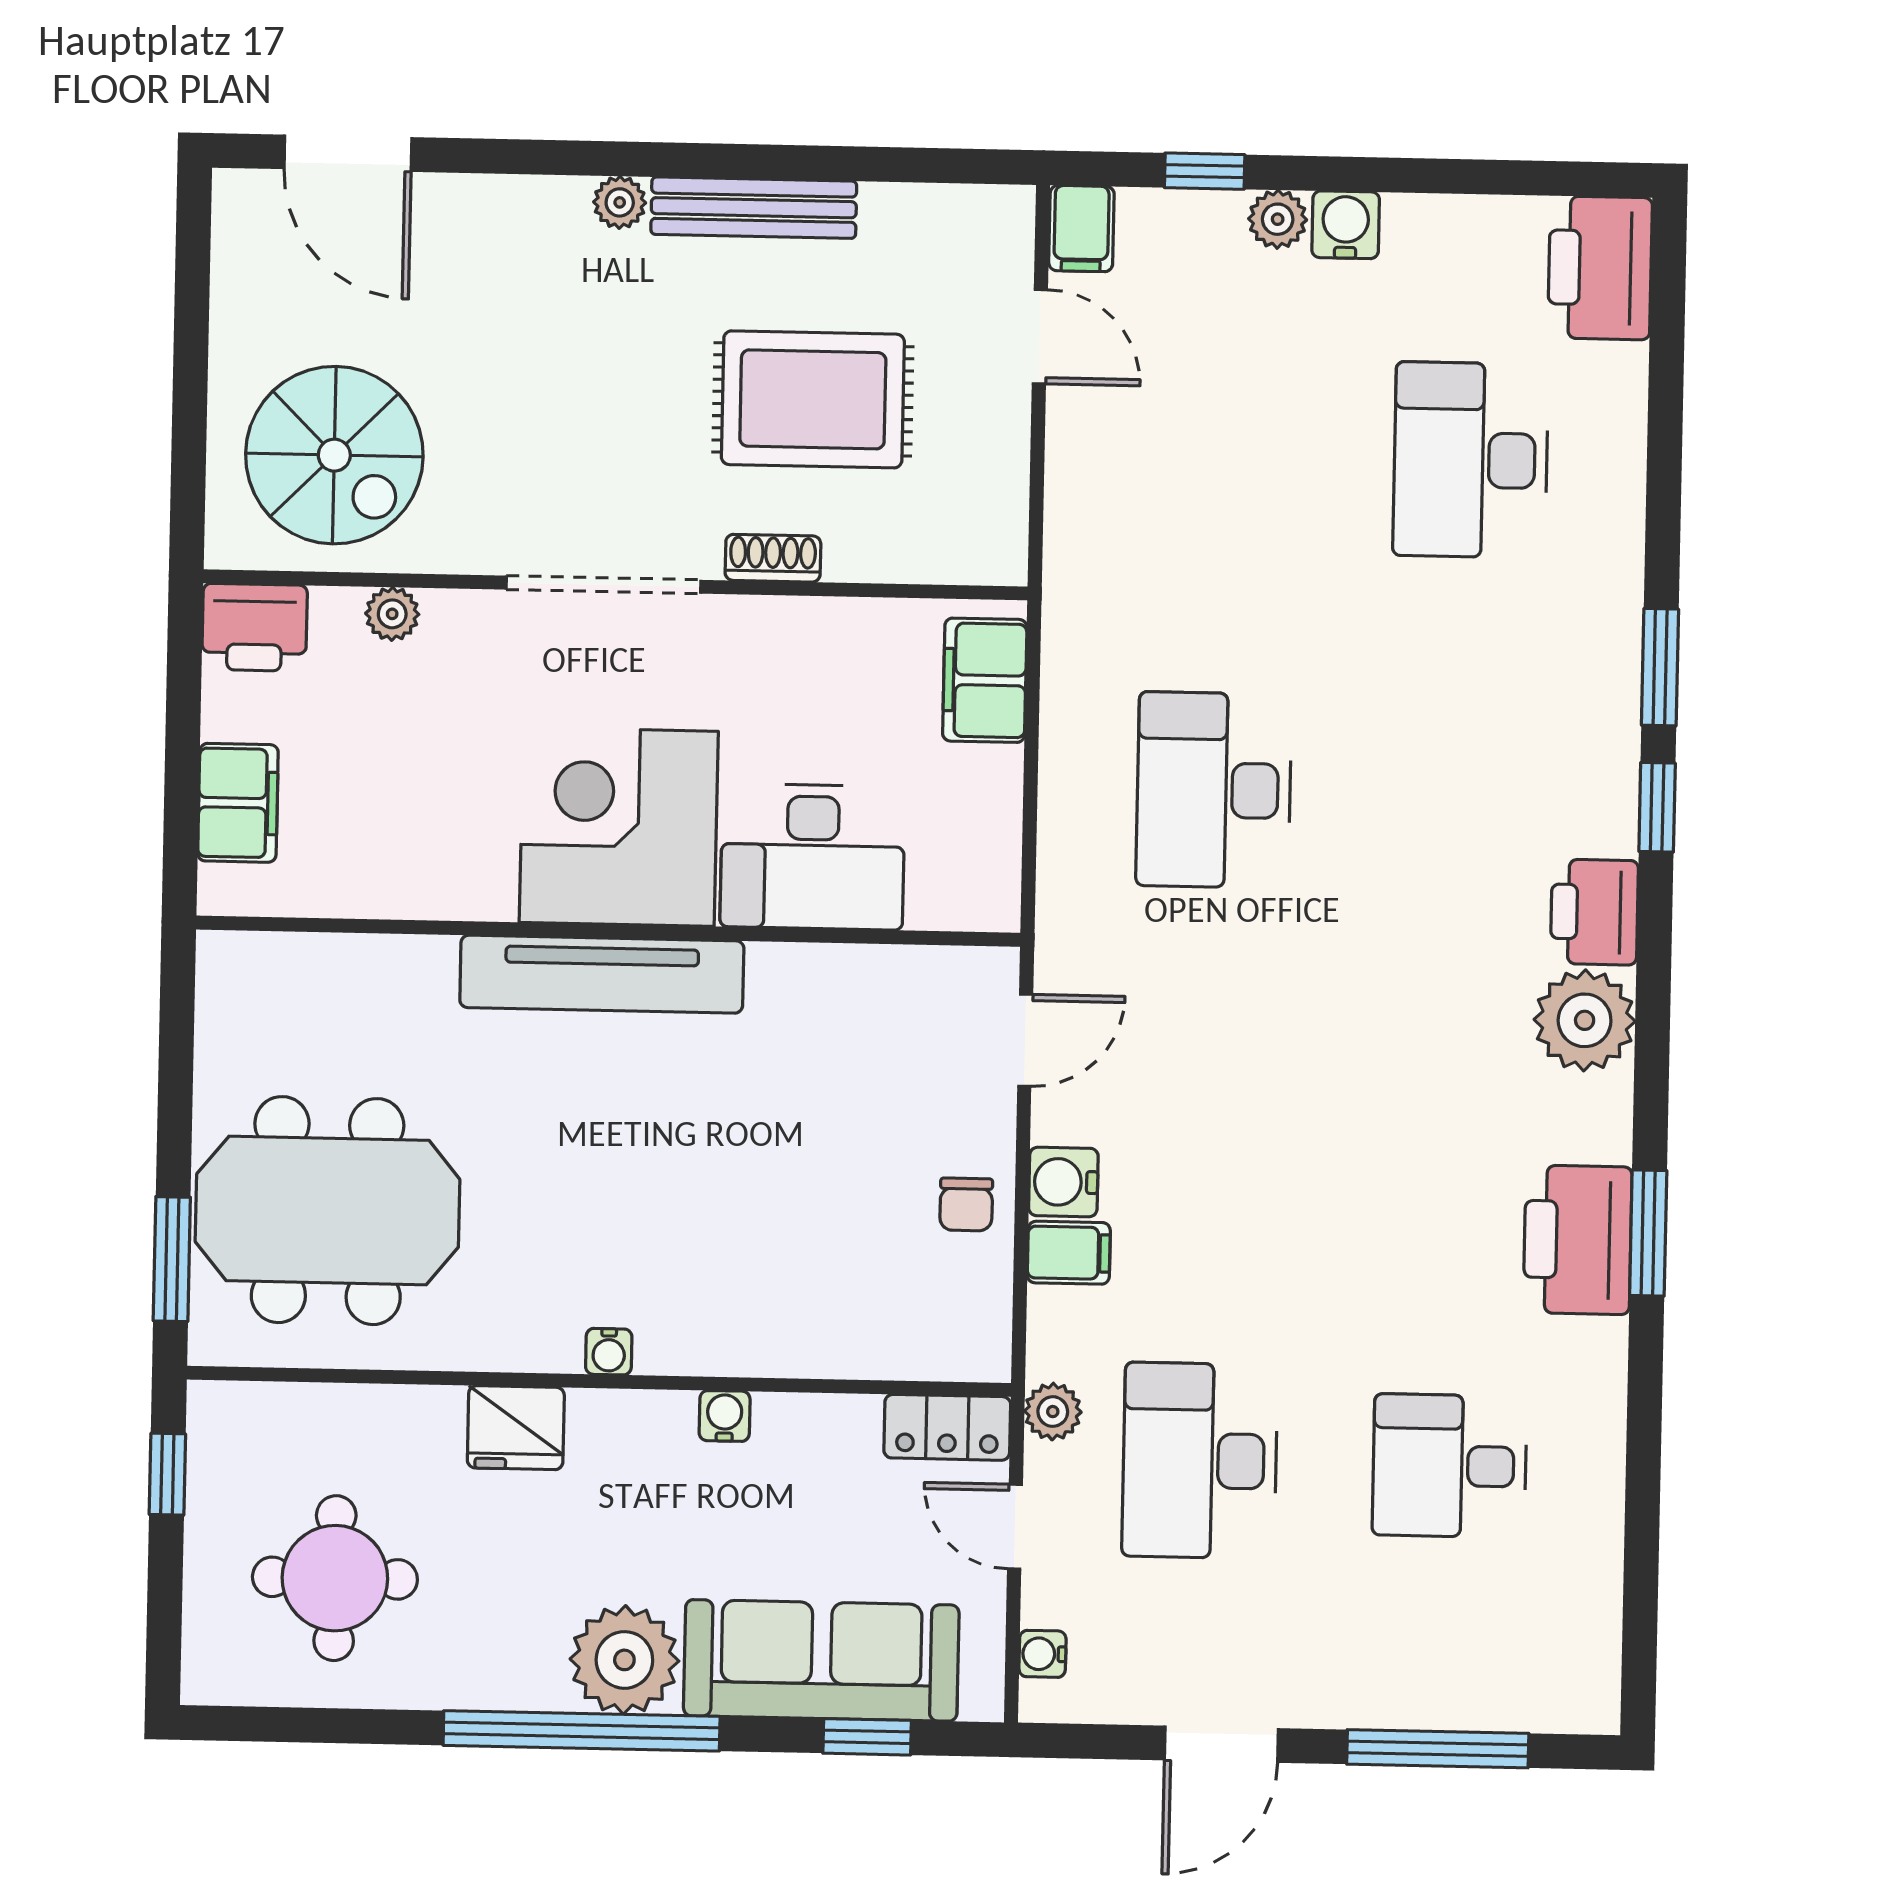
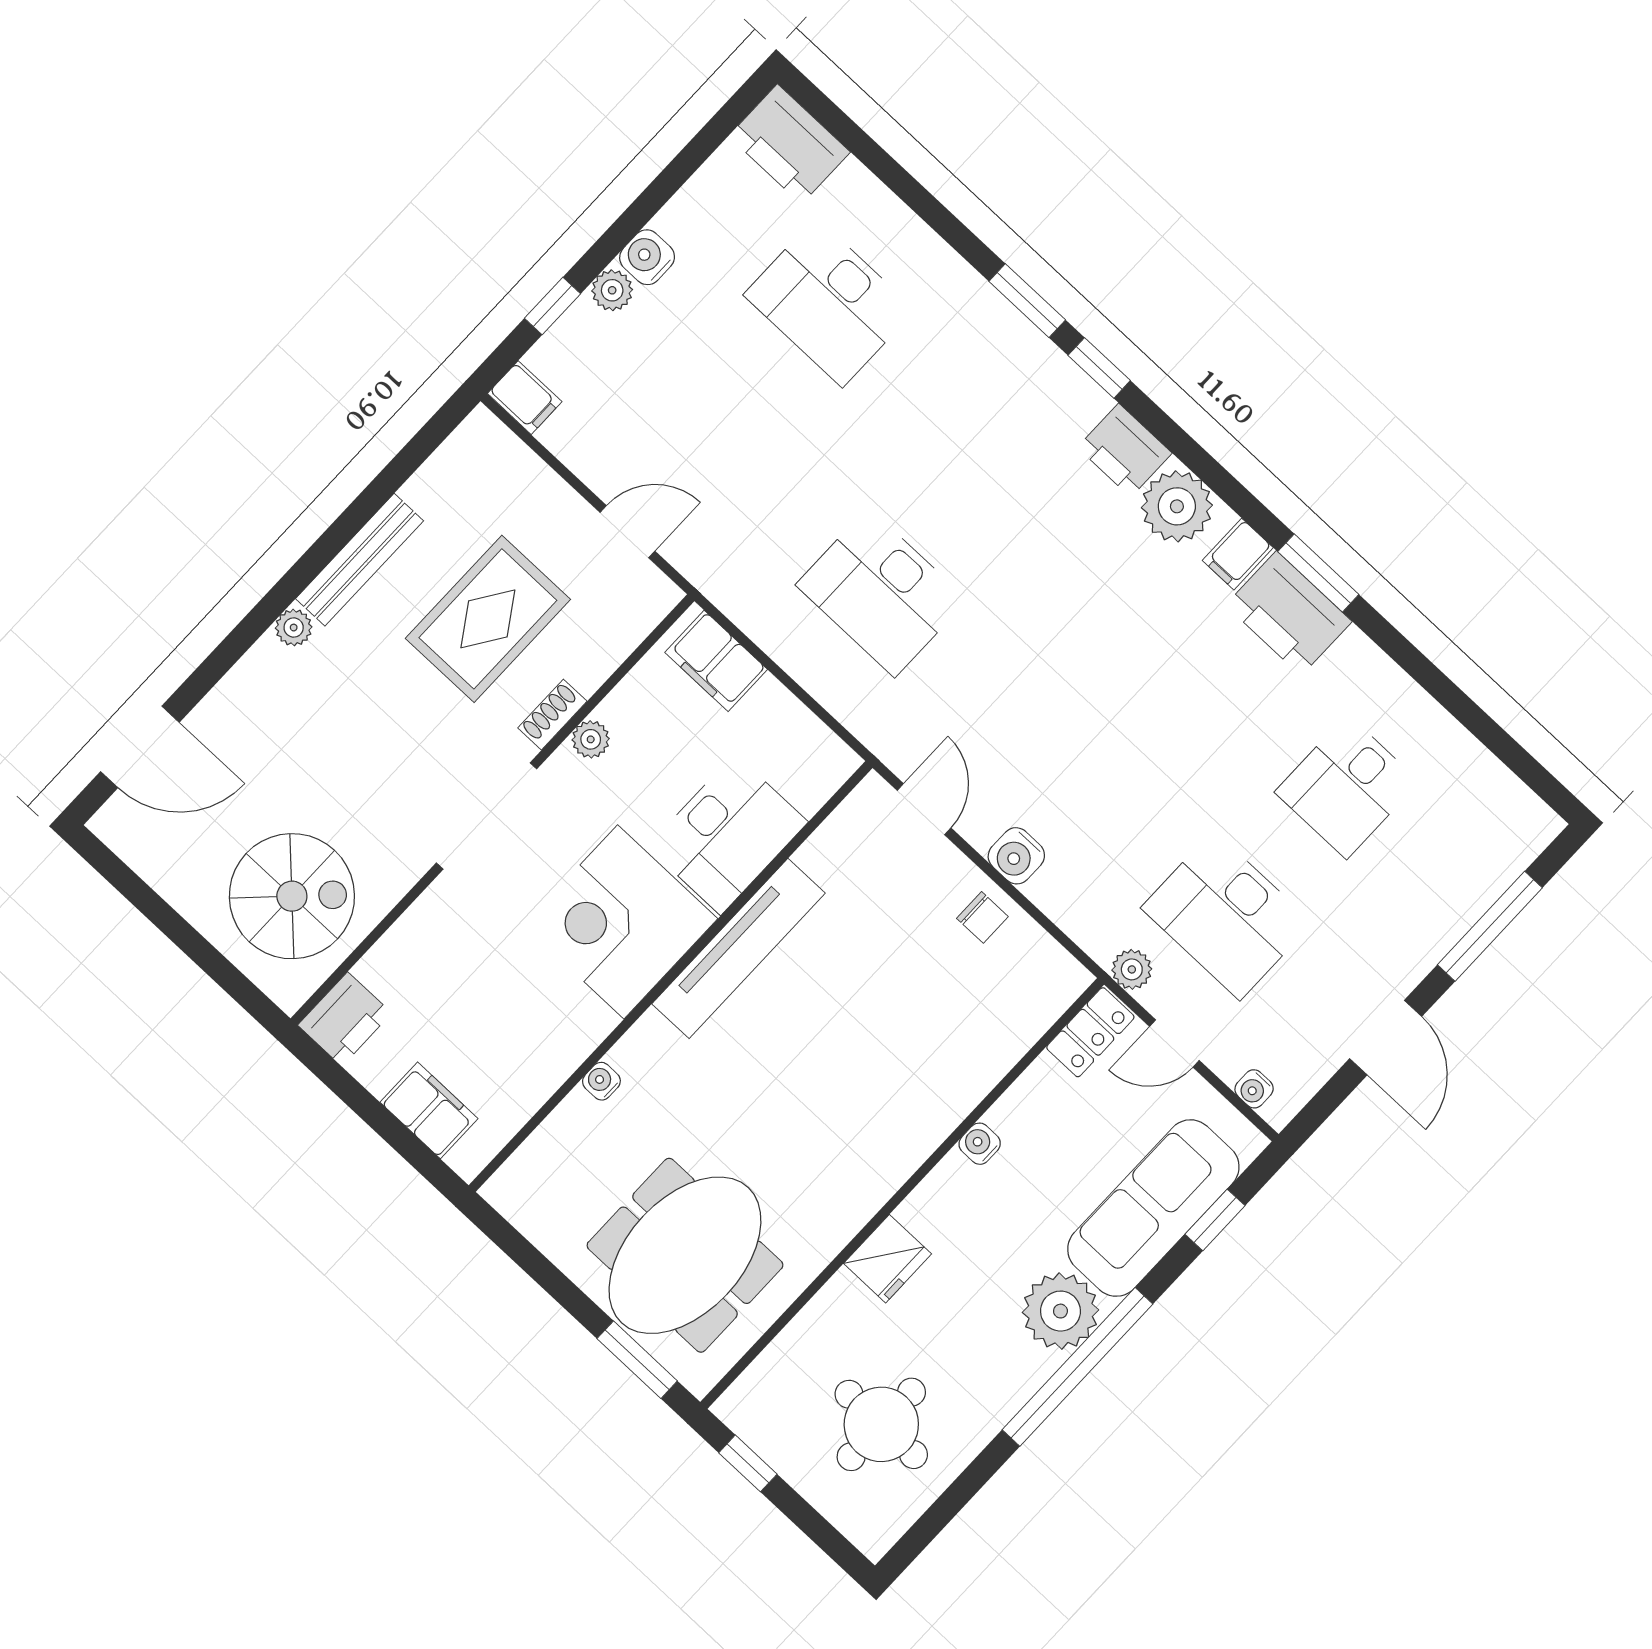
door: (1040, 337) -> (628, 532), moved
plant: (392, 614) -> (591, 739), moved
tv unit: (602, 974) -> (738, 948), moved
filing cabinet: (1069, 1253) -> (1238, 554), moved, turned 180
water cooler: (609, 1352) -> (601, 1081), moved, turned 180

